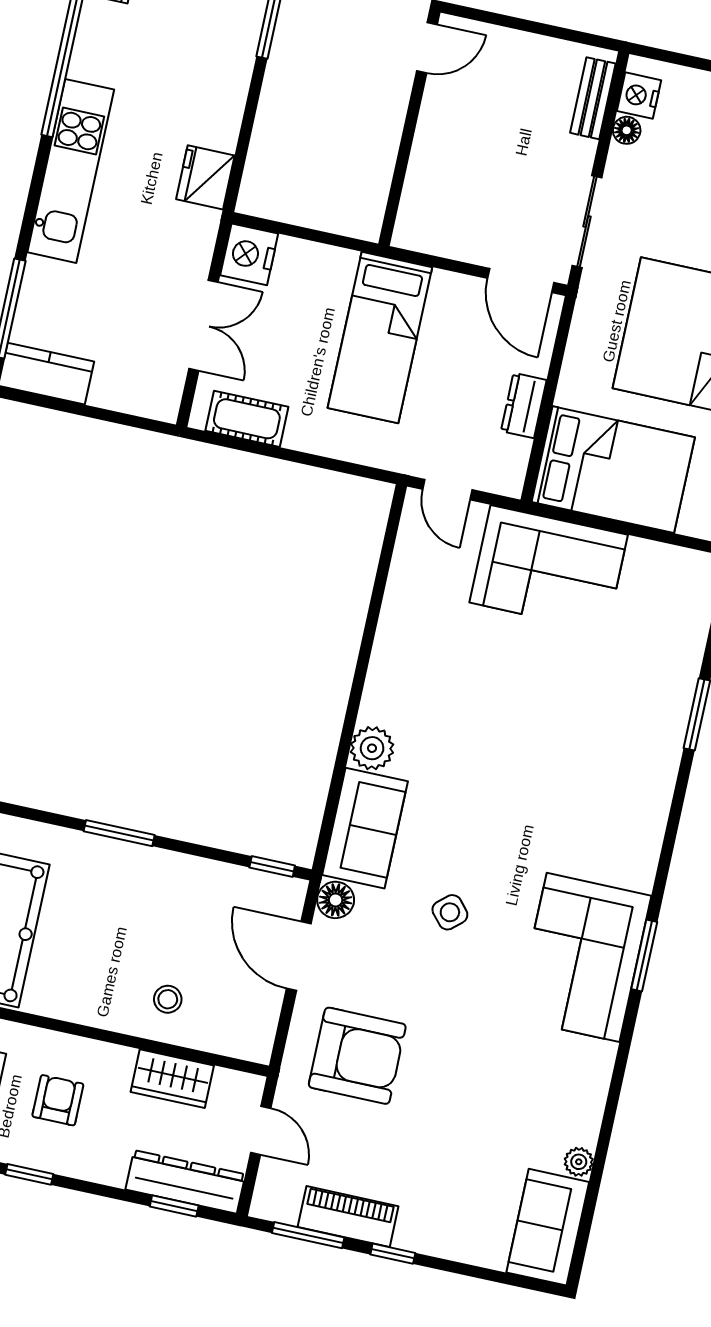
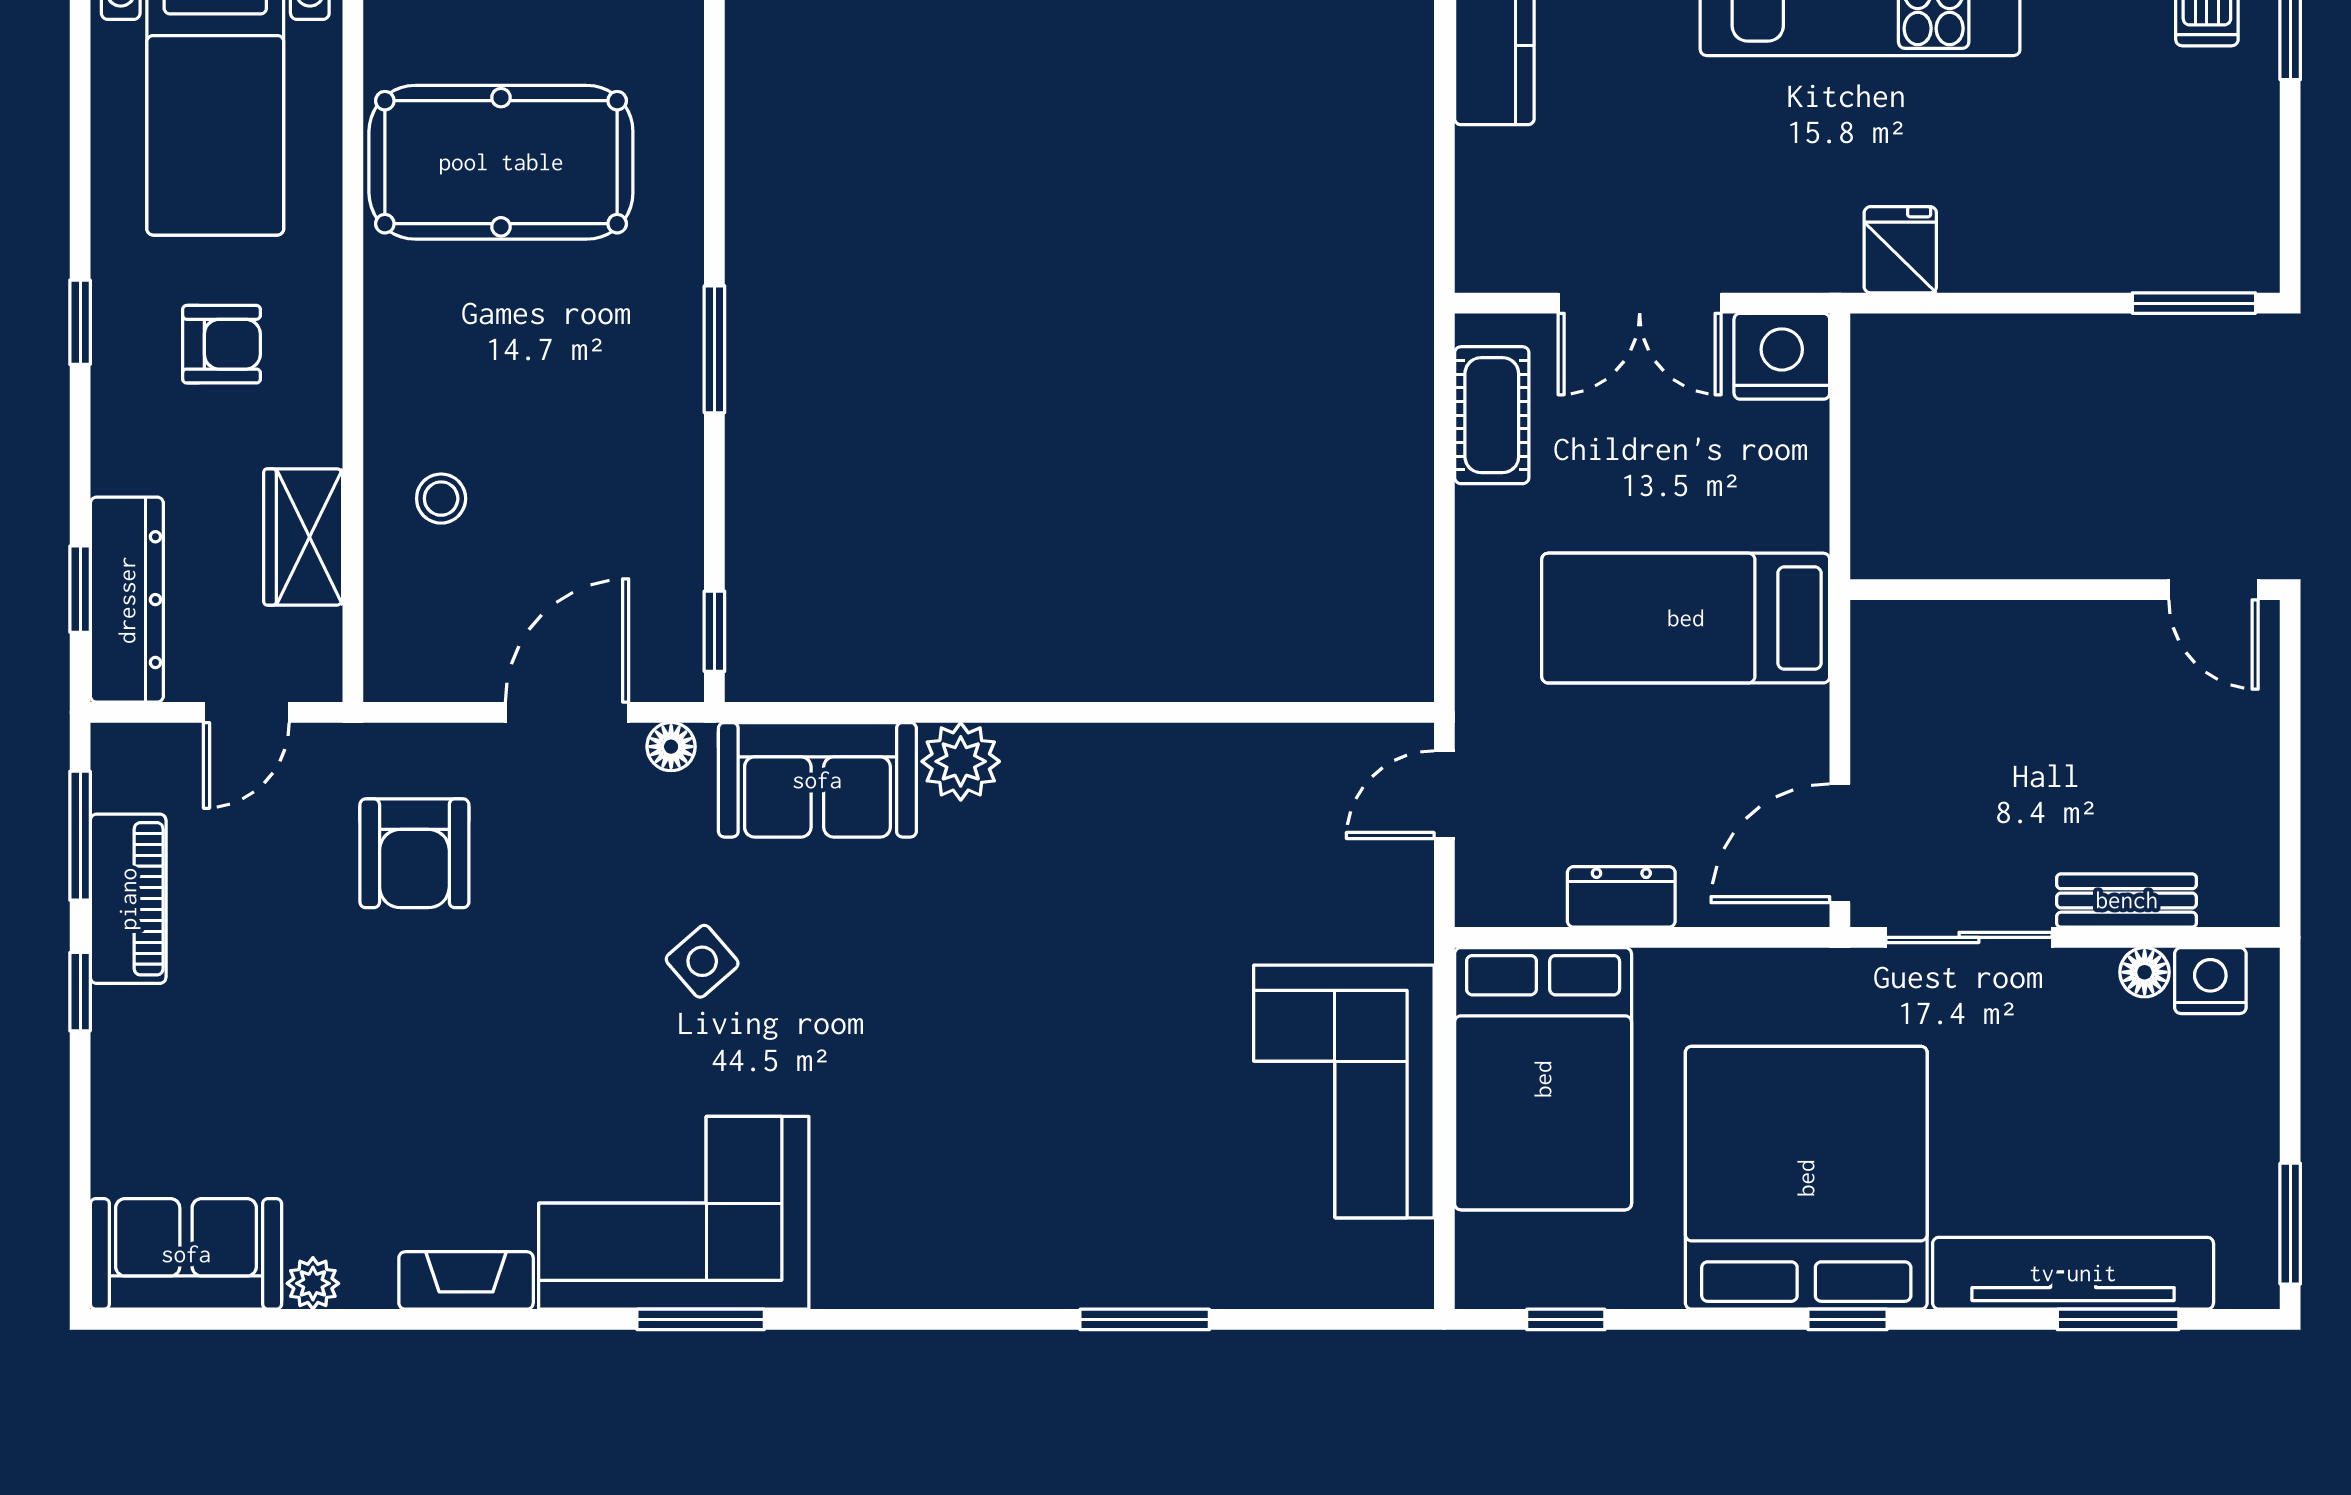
bench: (593, 98) -> (2127, 900), moved
fridge: (205, 177) -> (1900, 250), width x0.72
corner sofa: (549, 569) -> (1344, 1091), moved
floor lamp: (336, 900) -> (671, 747), width x0.73, depth x0.73
armchair: (357, 1056) -> (414, 853), width x0.73, depth x0.73
fireplace: (595, 1078) -> (466, 1280), added

